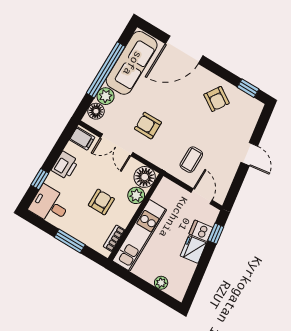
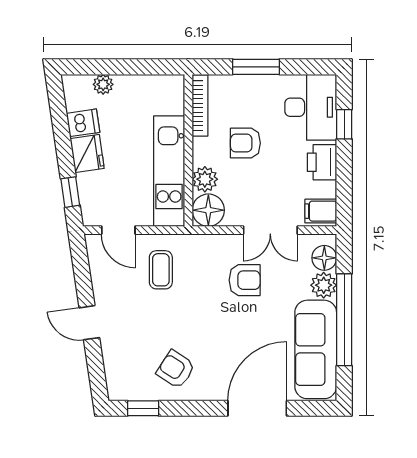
double door: (117, 145) -> (270, 230), swing flipped
armchair: (101, 202) -> (245, 143), turned 90
desk: (50, 205) -> (311, 107), width x1.37
dishwasher: (201, 231) -> (83, 123), moved
kitchen unit: (139, 235) -> (169, 171), moved
bookcase: (114, 238) -> (200, 106), width x1.56

